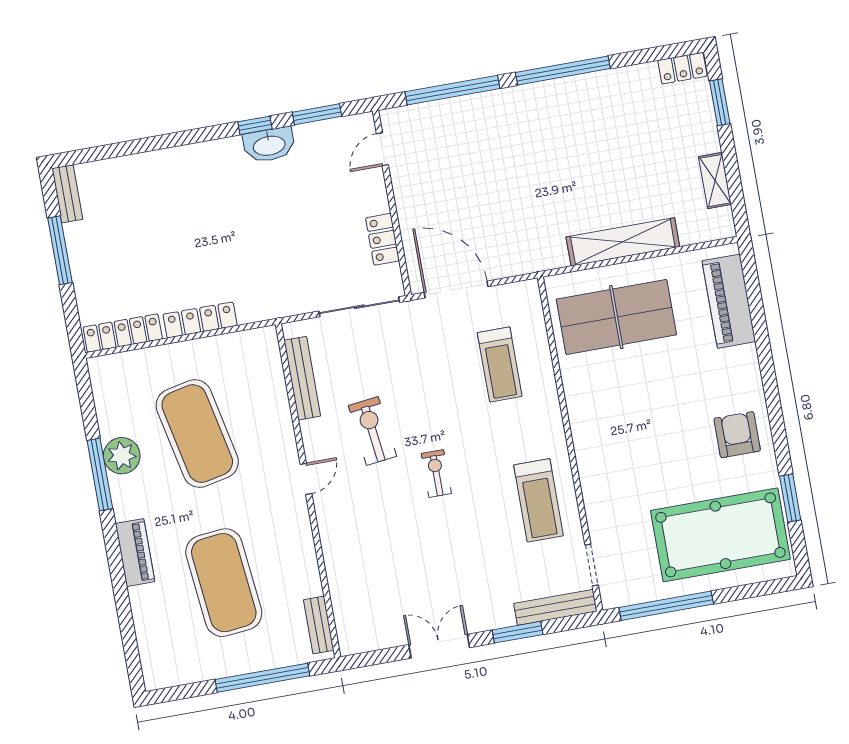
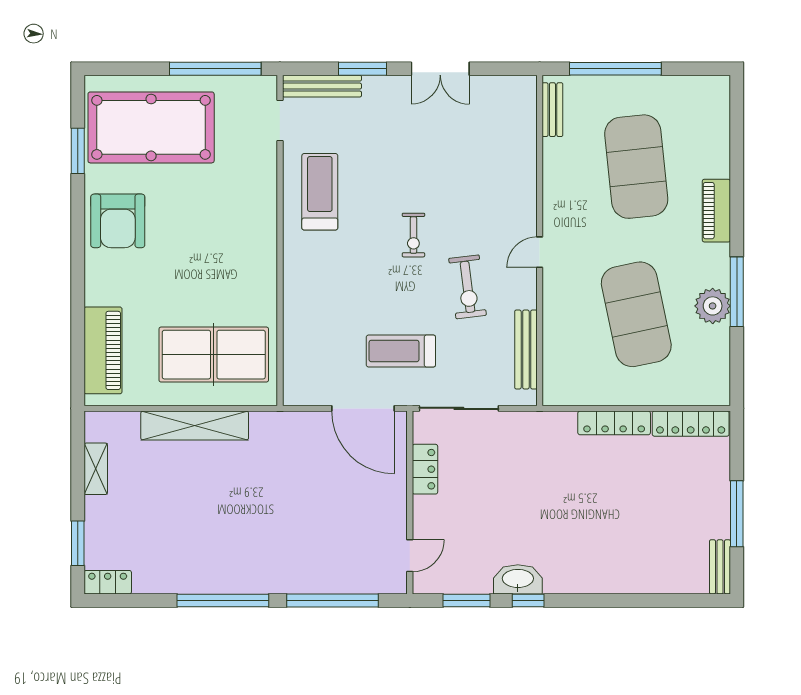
treadmill: (500, 364) -> (401, 351), moved, turned -90
armchair: (737, 435) -> (118, 221), width x1.36, depth x1.36

